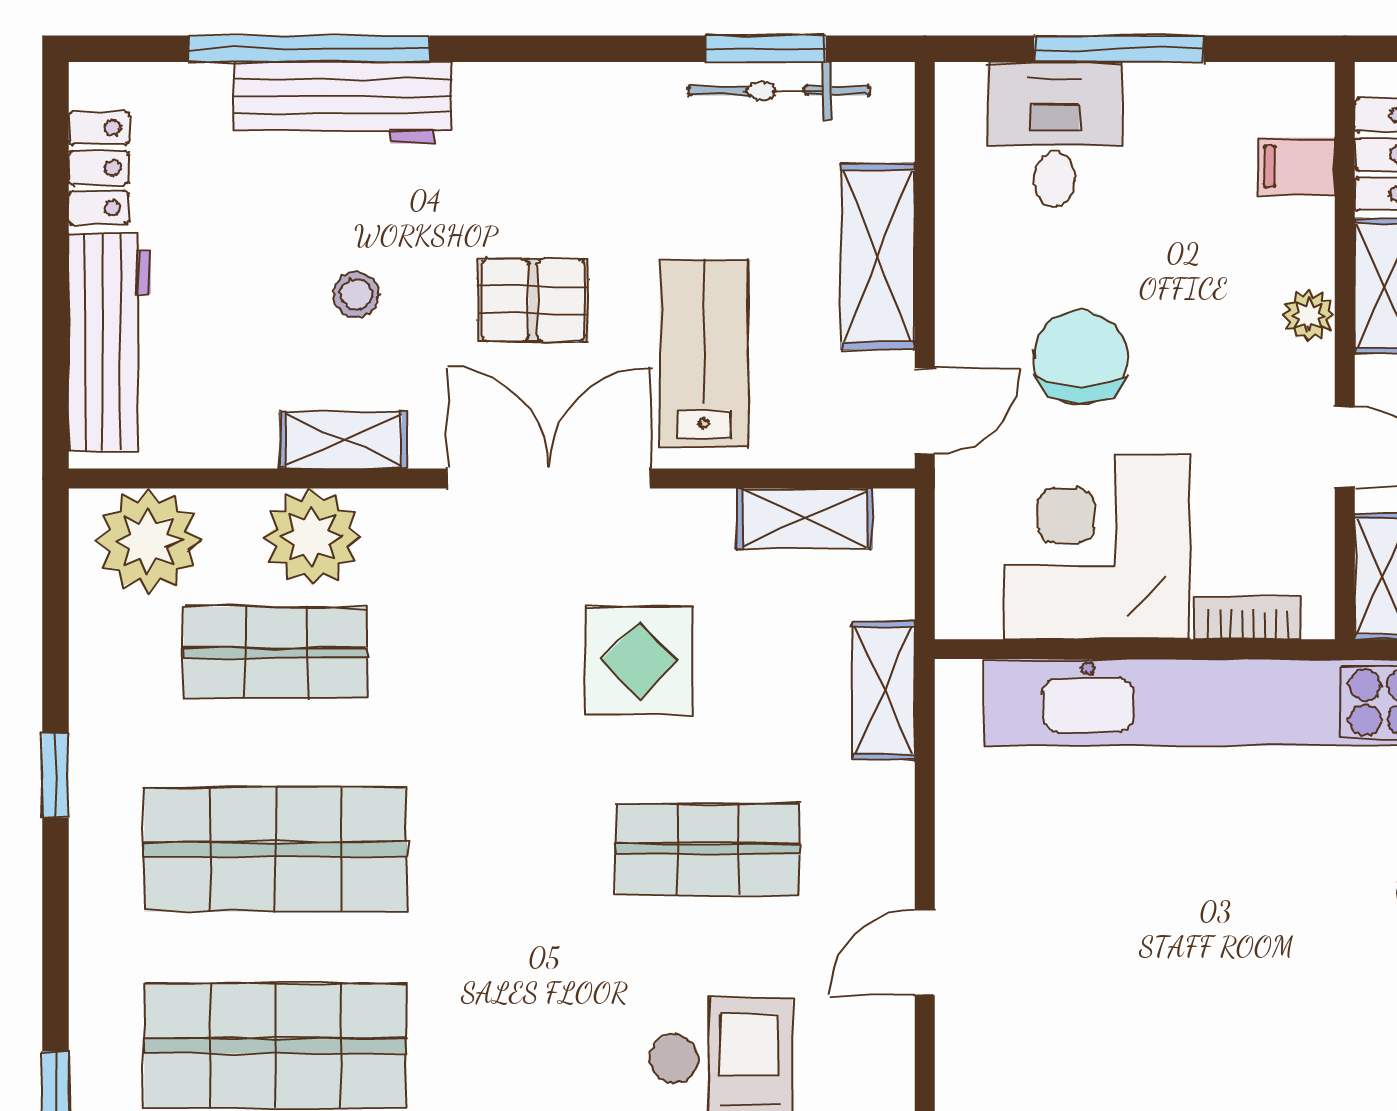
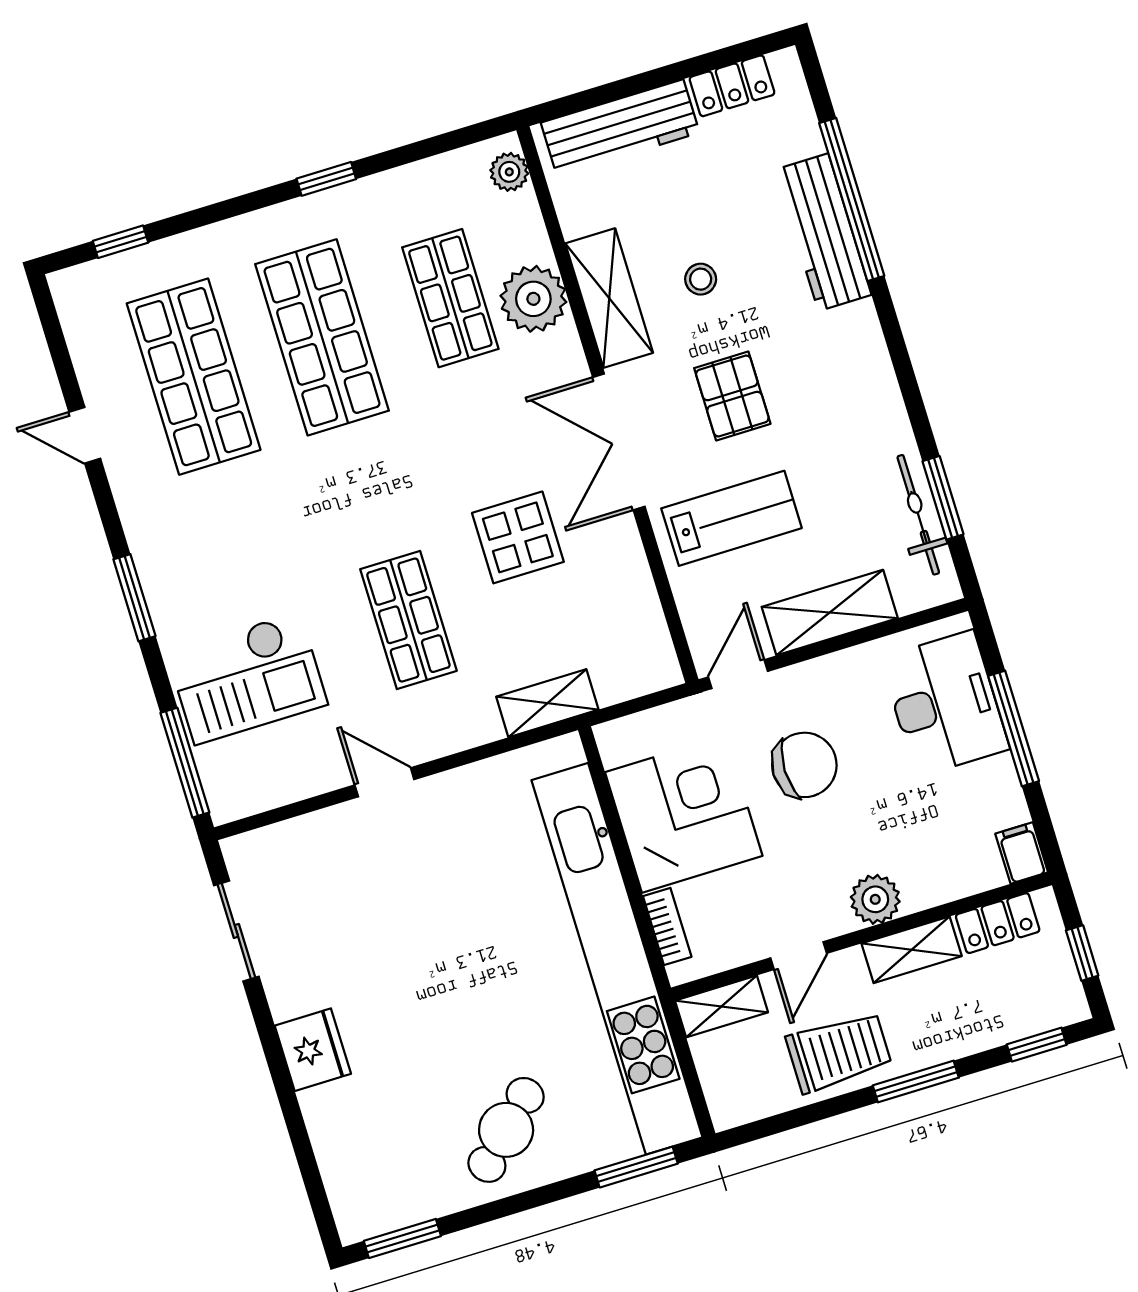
desk: (1054, 134) -> (945, 704), width x1.37
filing cabinet: (1297, 166) -> (1022, 853), moved
plant: (1309, 315) -> (875, 899), width x1.38, depth x1.38
door: (925, 411) -> (738, 674), swing flipped
shelving: (343, 440) -> (609, 298), width x1.50, depth x1.33
double door: (549, 479) -> (619, 442), swing flipped
shelving: (805, 519) -> (644, 617), removed
plant: (148, 541) -> (509, 172), width x0.53, depth x0.53

